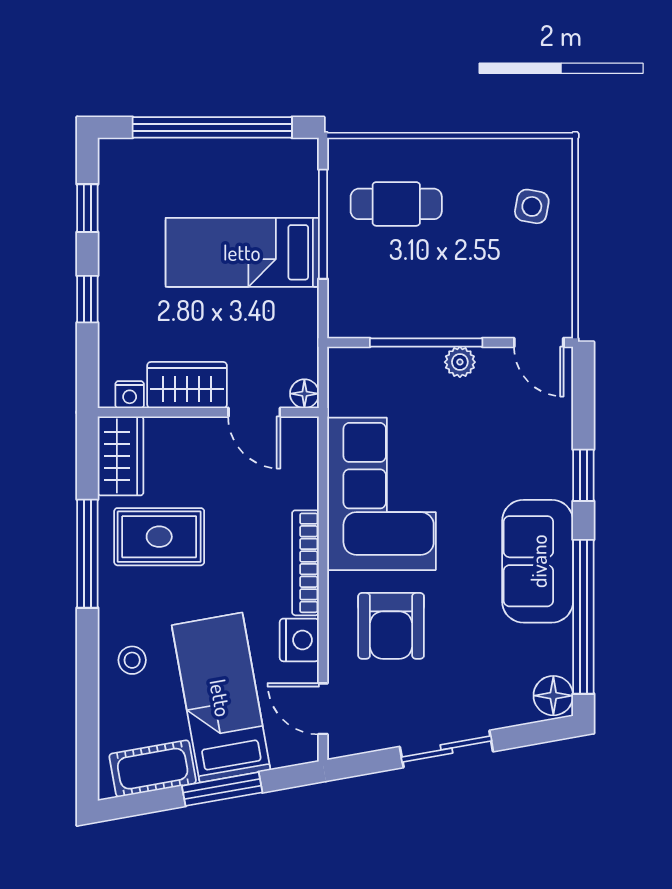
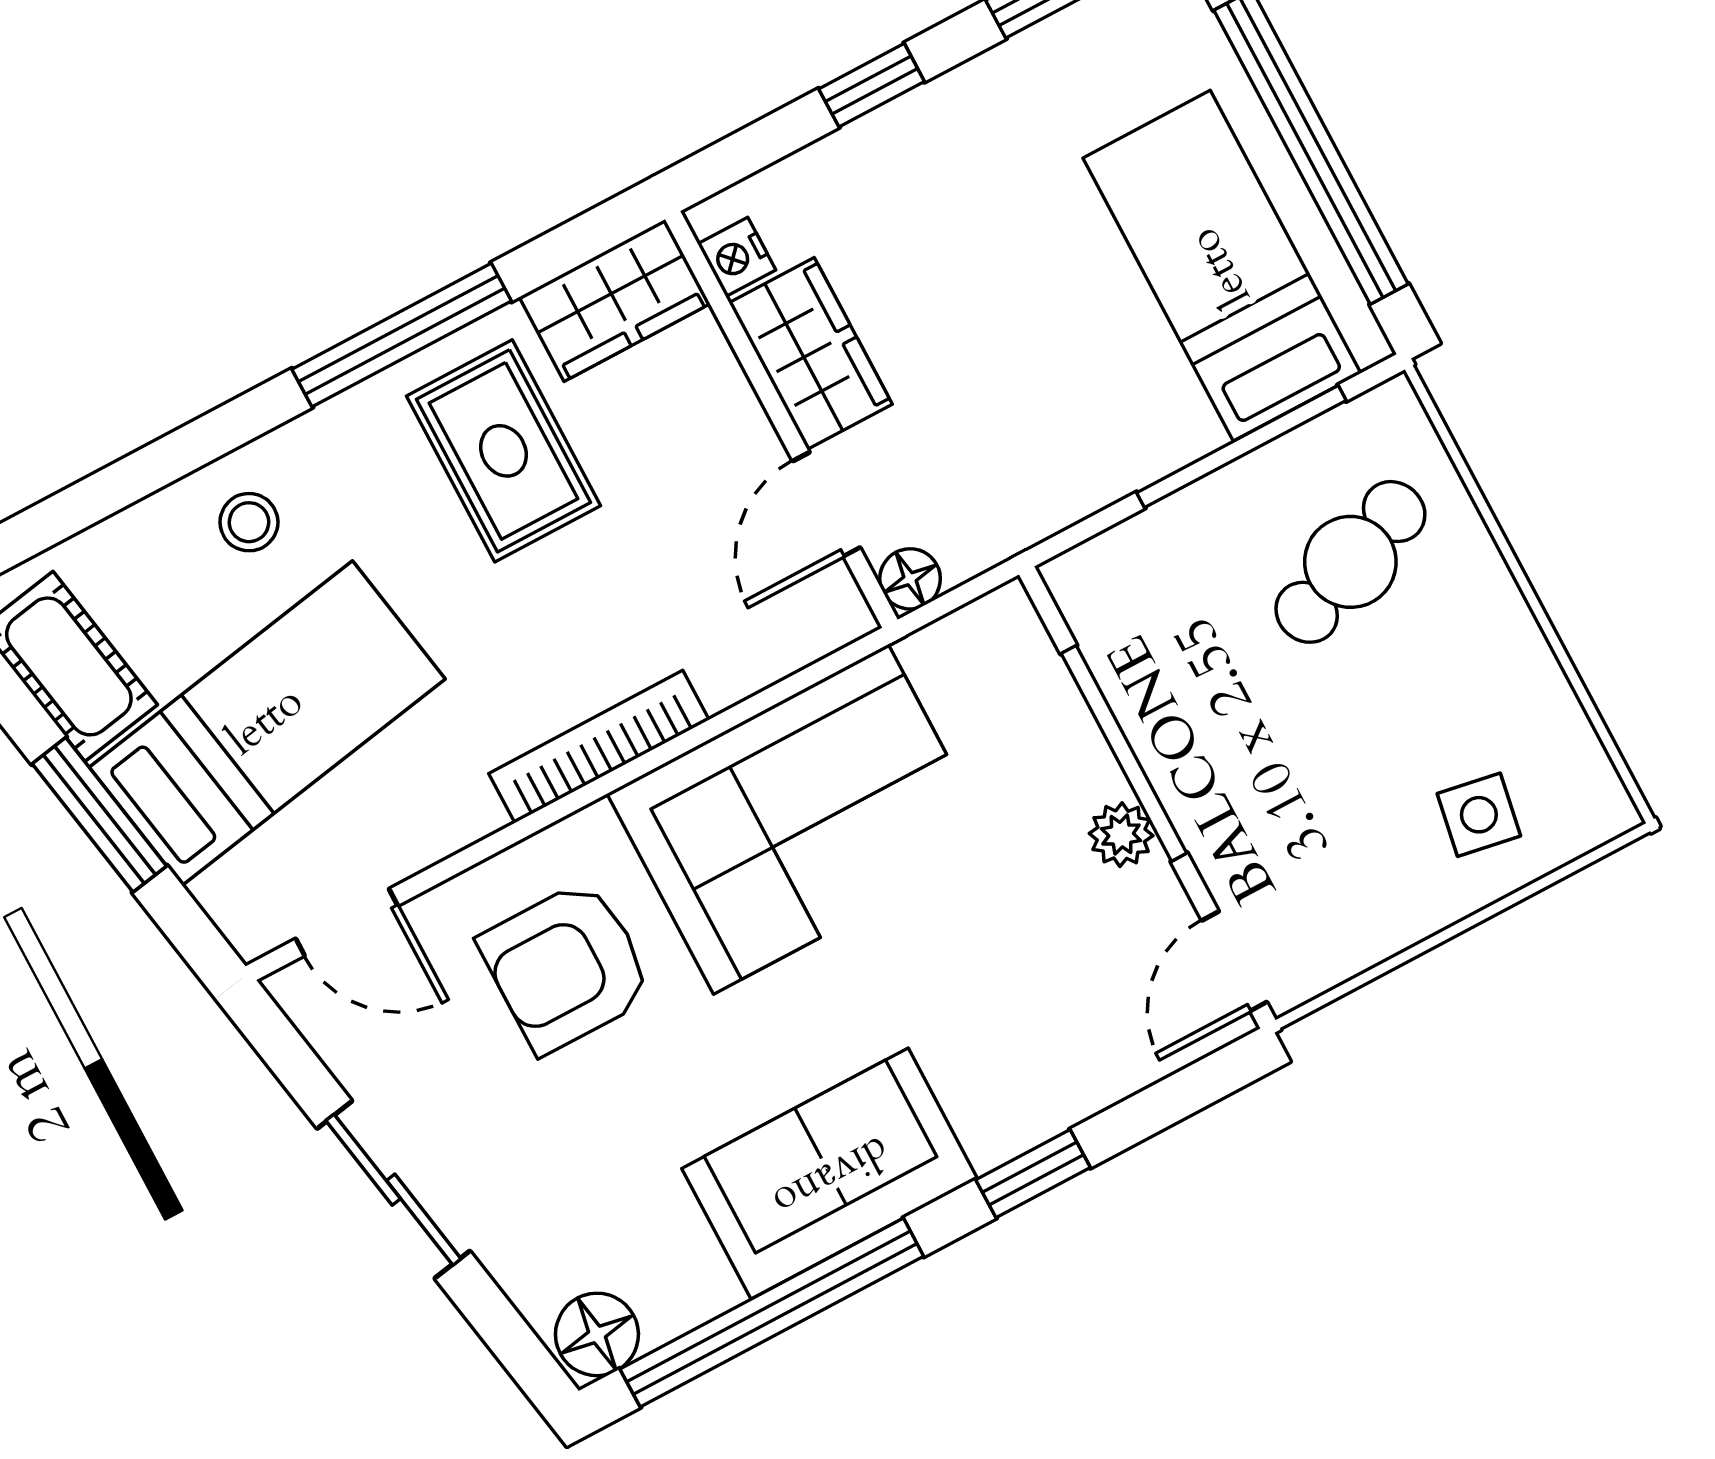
cafe table: (396, 204) -> (1350, 562), turned 69
bed: (242, 252) -> (1222, 266), moved
nightstand: (299, 640) -> (450, 811), removed
door: (323, 709) -> (347, 922), swing flipped

